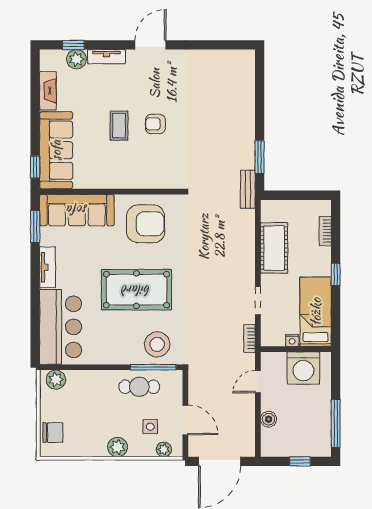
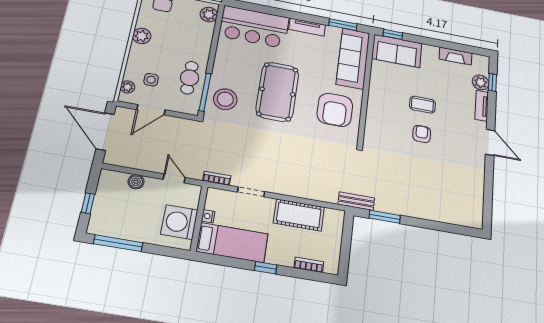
sofa: (56, 150) -> (397, 51), width x0.73
plant: (118, 447) -> (142, 36), moved

